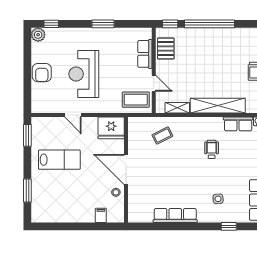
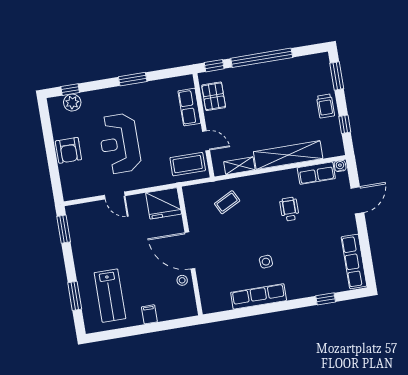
plant: (38, 35) -> (72, 103), moved
lab bench: (59, 160) -> (110, 296), moved, turned 90
side table: (218, 199) -> (266, 262), moved
filing cabinet: (101, 215) -> (149, 314), moved

